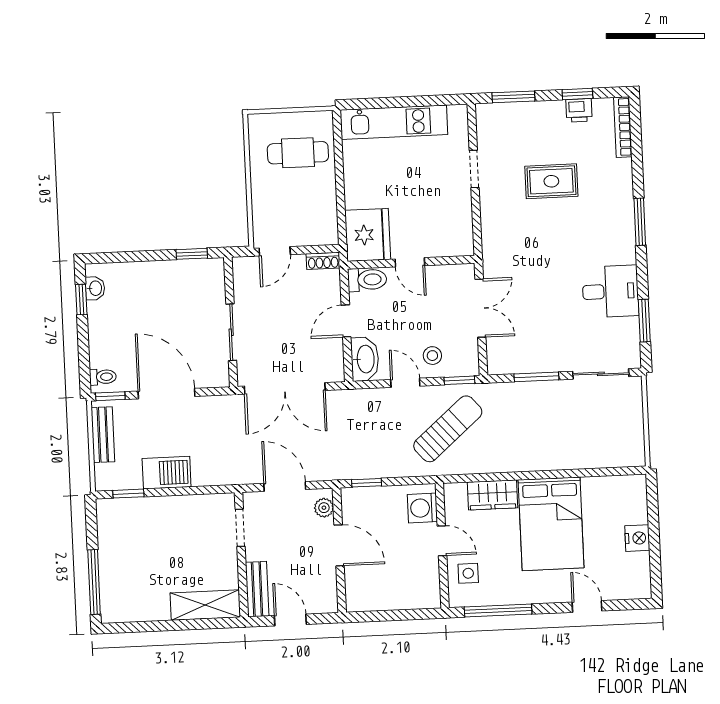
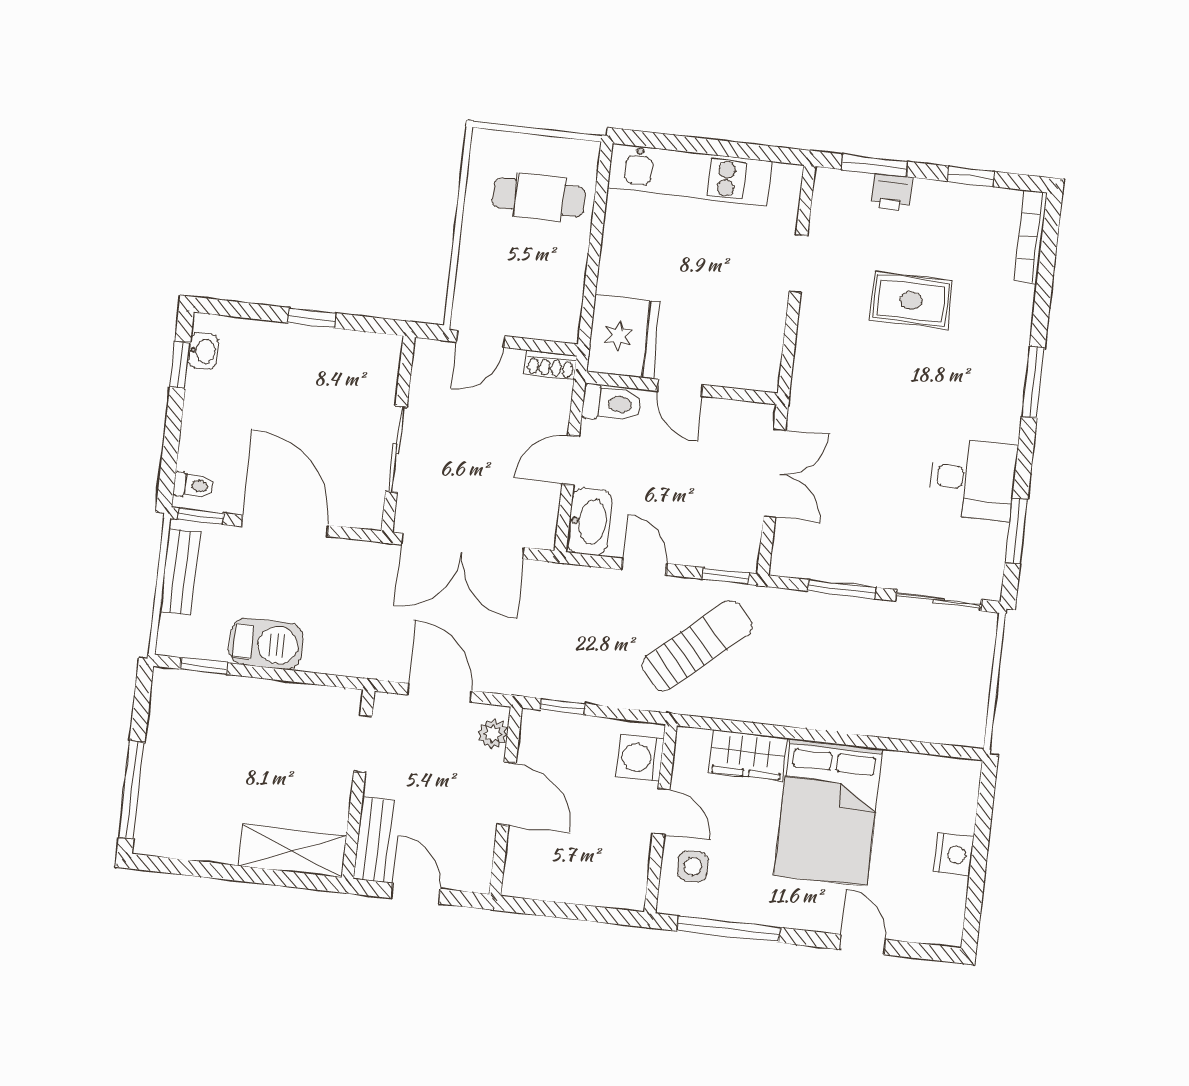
printer: (579, 110) -> (891, 192), moved
window: (192, 254) -> (312, 318), moved
stool: (432, 356) -> (691, 532), removed

